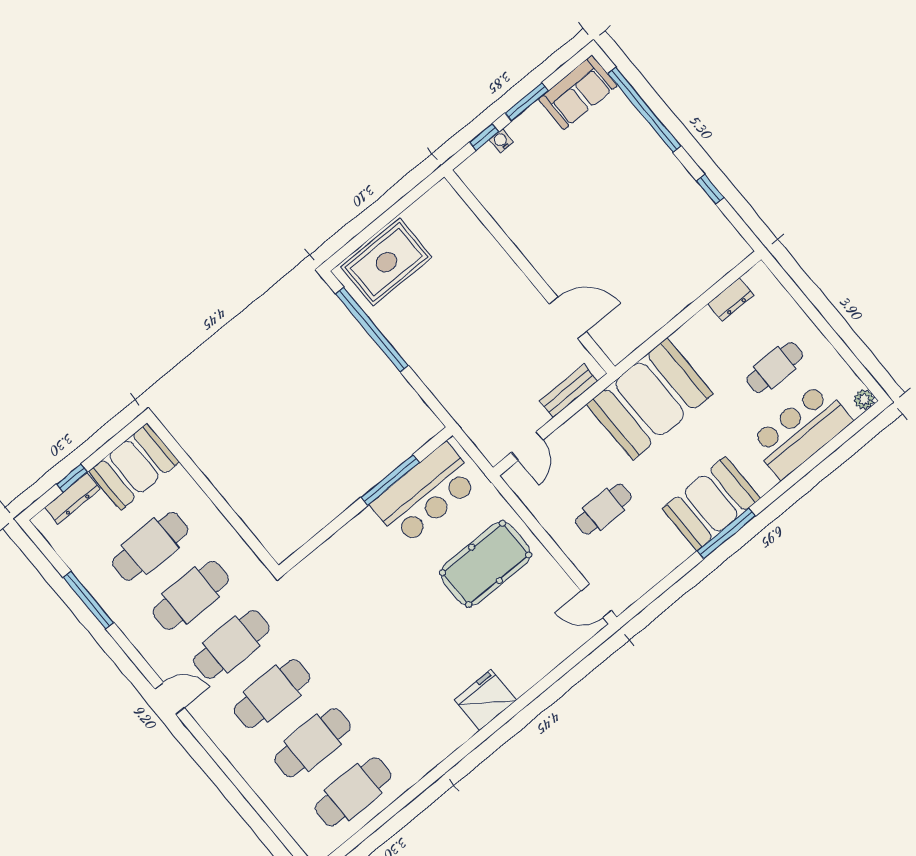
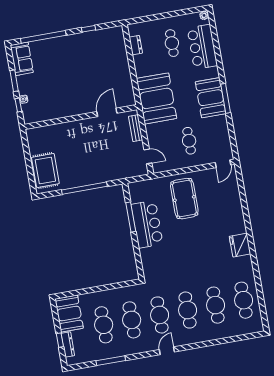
window: (372, 330) -> (84, 188), moved
bar counter: (425, 494) -> (147, 224), moved
fridge: (485, 700) -> (240, 245), moved

